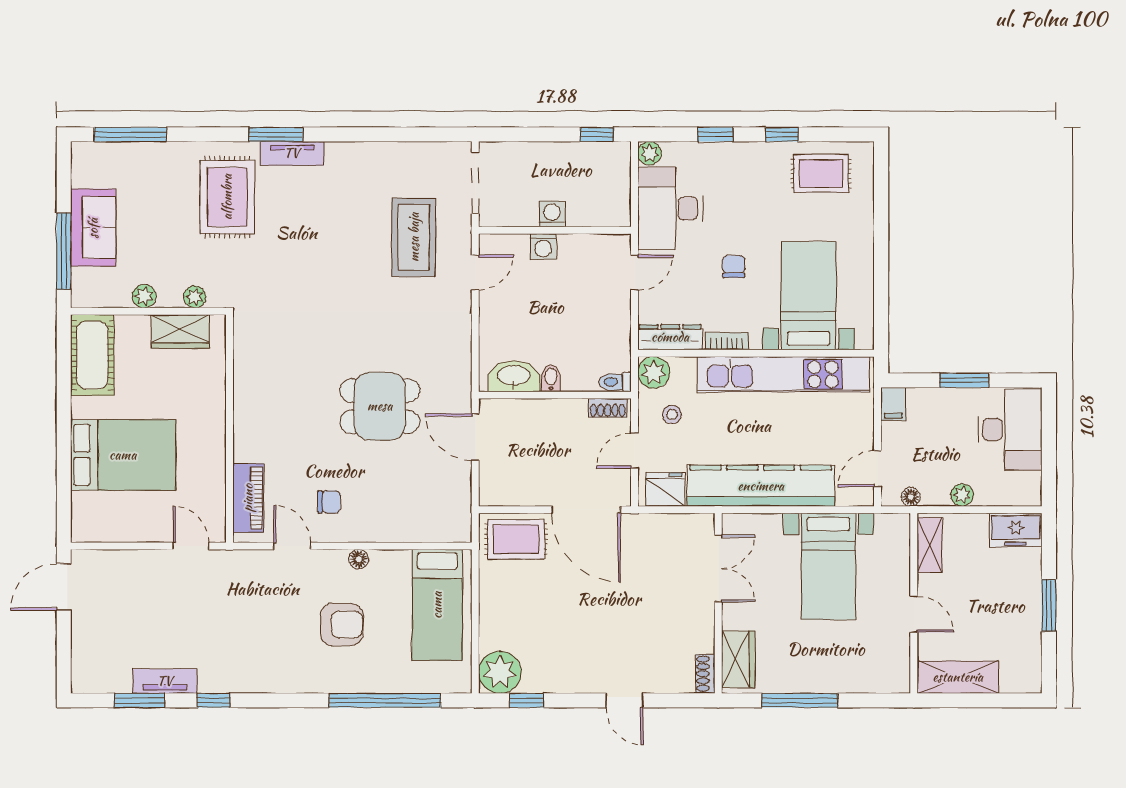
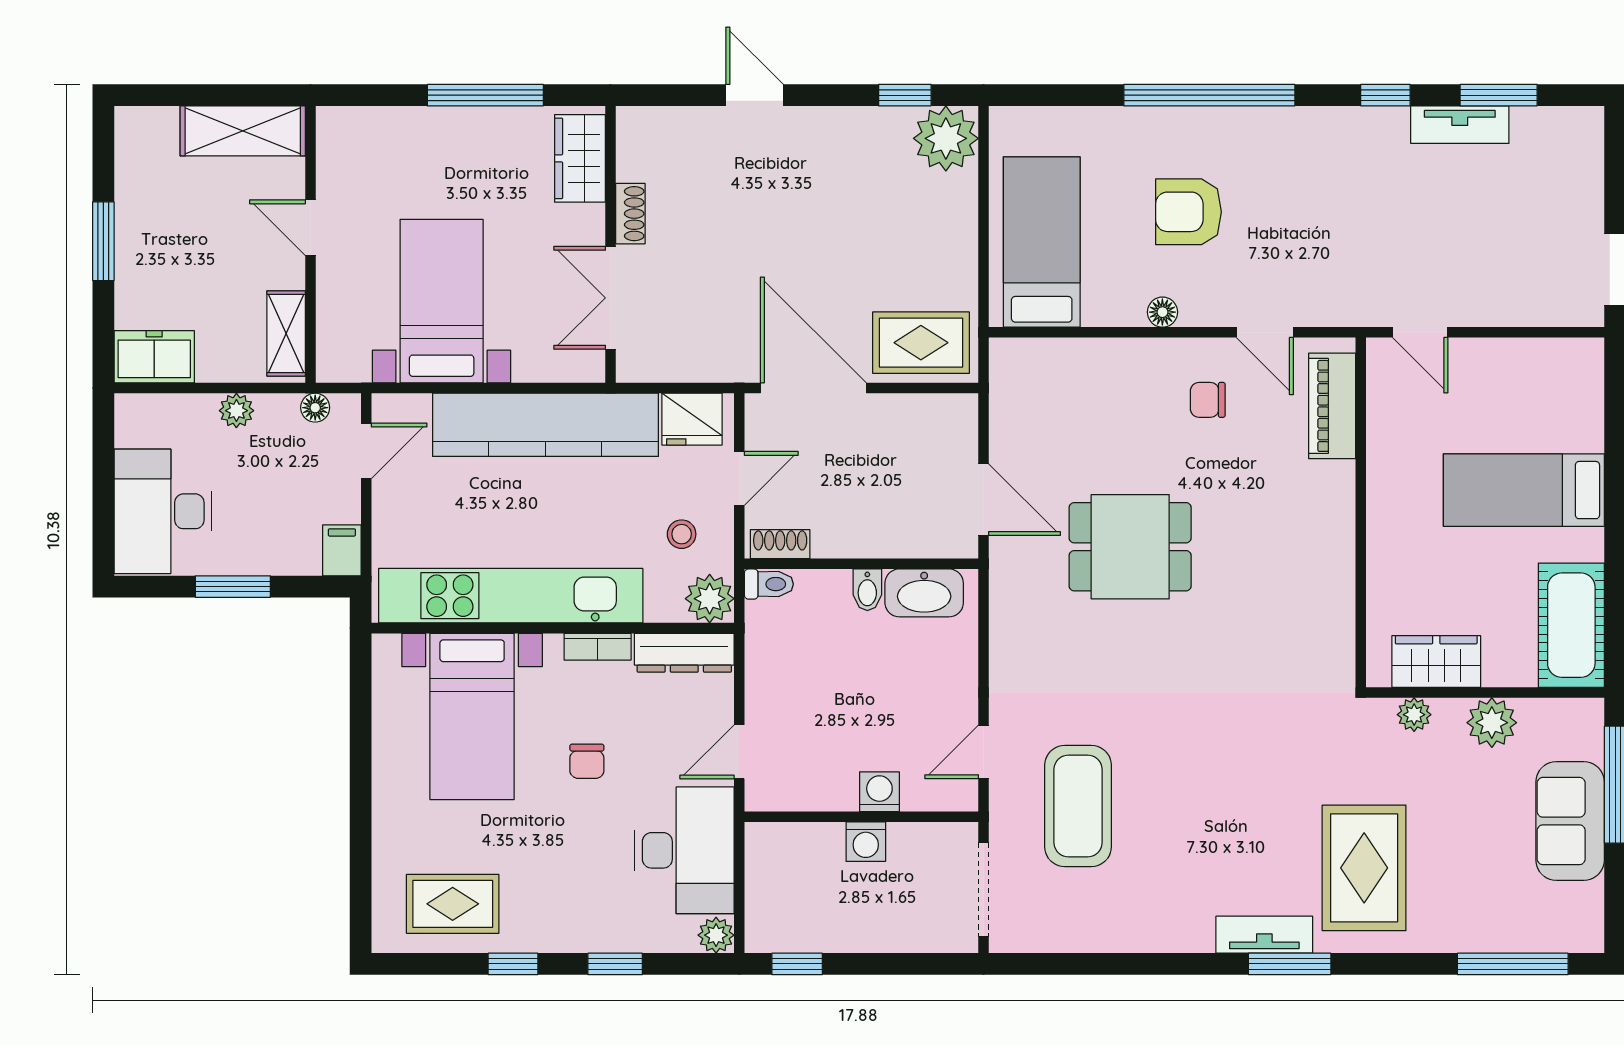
plant: (144, 296) -> (1492, 723), width x1.38, depth x1.38
bed: (123, 455) -> (1524, 490), width x0.67
shoe rack: (705, 674) -> (630, 214), moved
window: (385, 700) -> (1209, 95), moved

